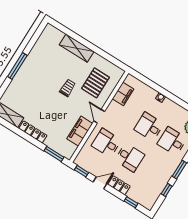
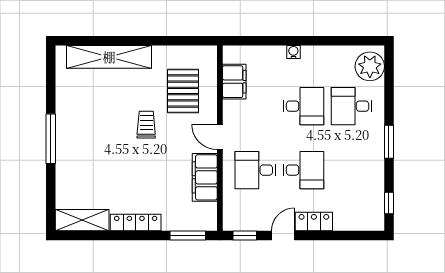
shelving: (77, 48) -> (109, 57), width x1.47
desk: (149, 127) -> (303, 106), turned 180
window: (167, 190) -> (389, 203), moved
window: (131, 202) -> (347, 236), removed

